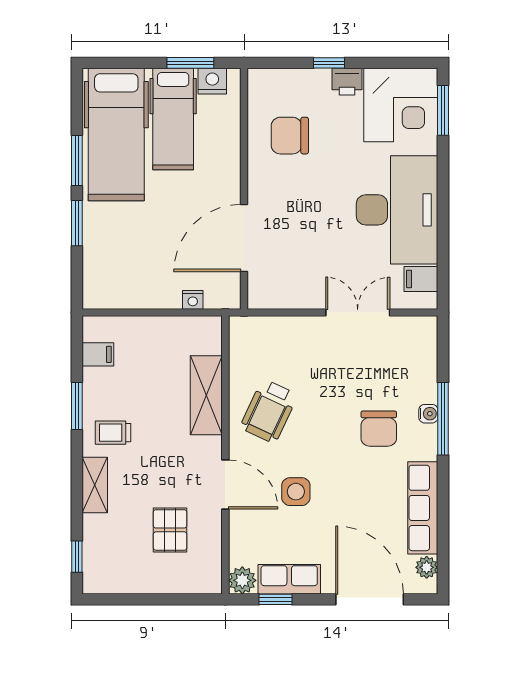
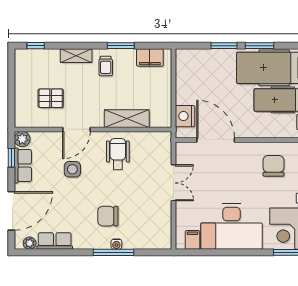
nightstand: (193, 300) -> (185, 116), width x1.89, depth x1.79
double door: (358, 313) -> (174, 183), moved
filing cabinet: (98, 354) -> (150, 57), width x2.00
wheelchair: (269, 411) -> (118, 154), turned 65
trolley: (113, 433) -> (106, 66), turned 180
row of seats: (423, 508) -> (55, 241), width x0.68

